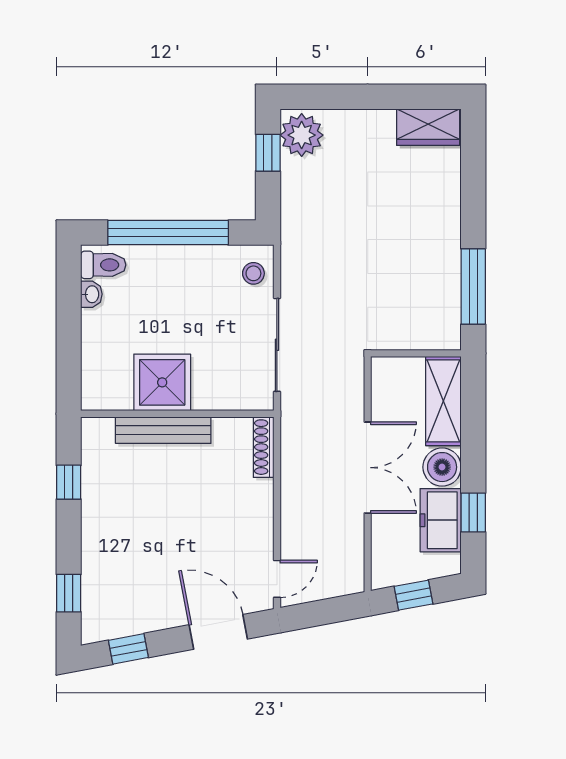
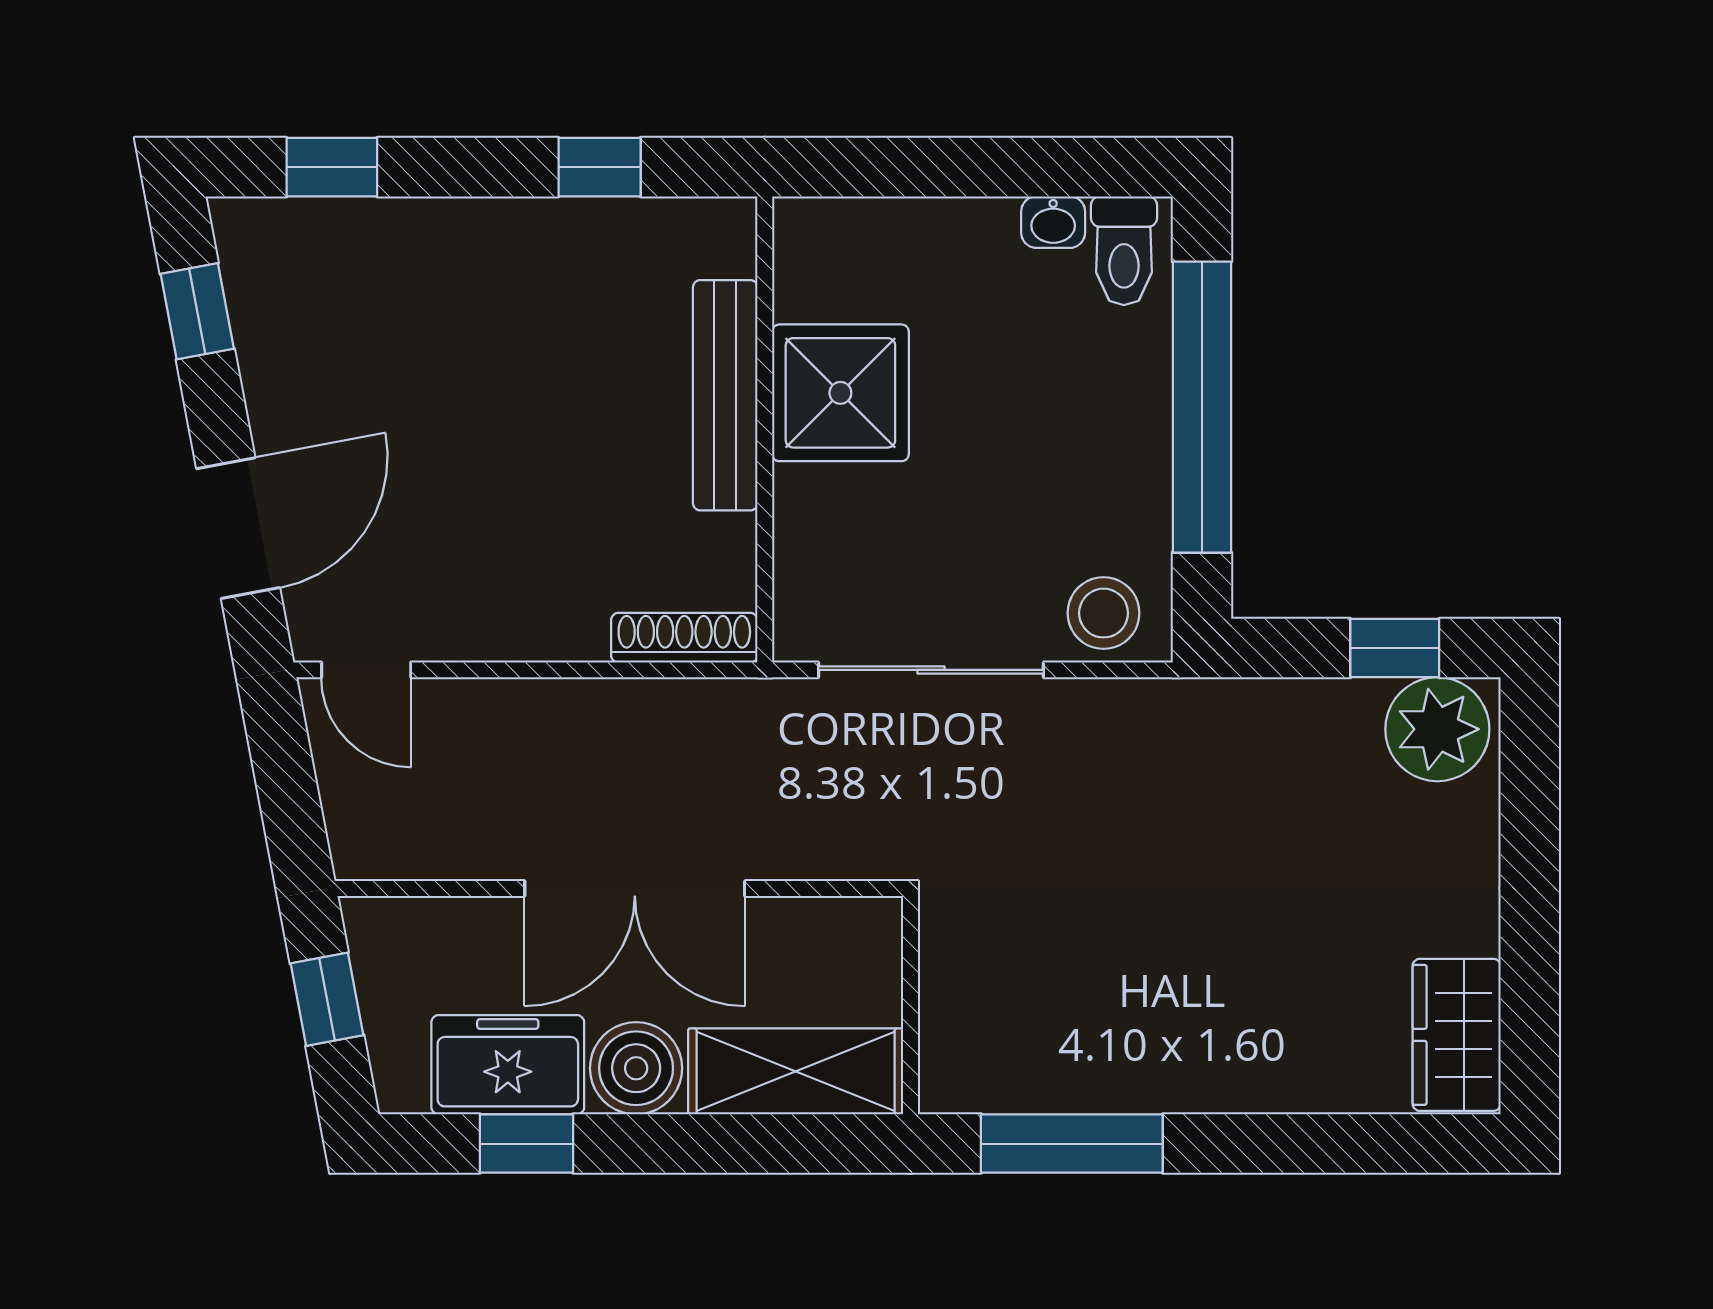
stool: (253, 273) -> (1104, 613), width x1.37, depth x1.37

